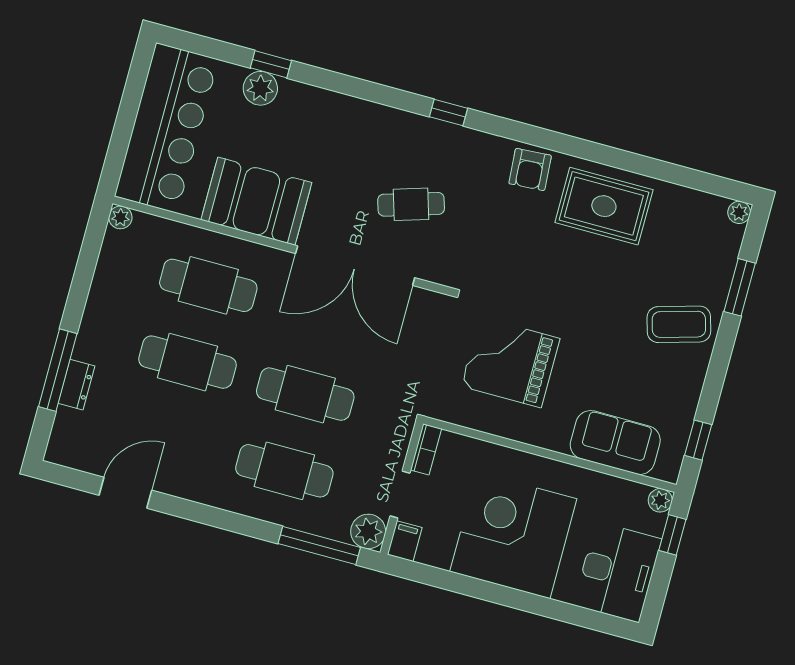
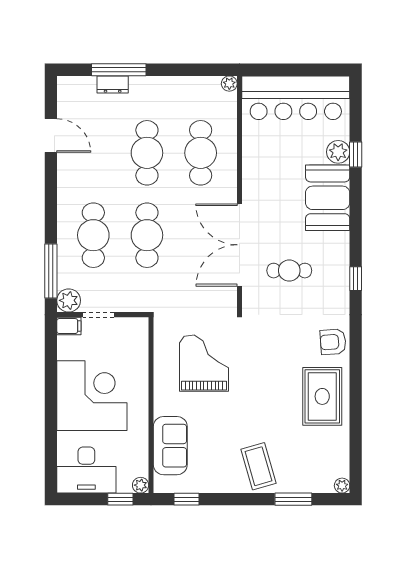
booth: (256, 201) -> (328, 198), moved
cafe table: (411, 204) -> (289, 271), turned -73
bookcase: (426, 449) -> (132, 324), removed

